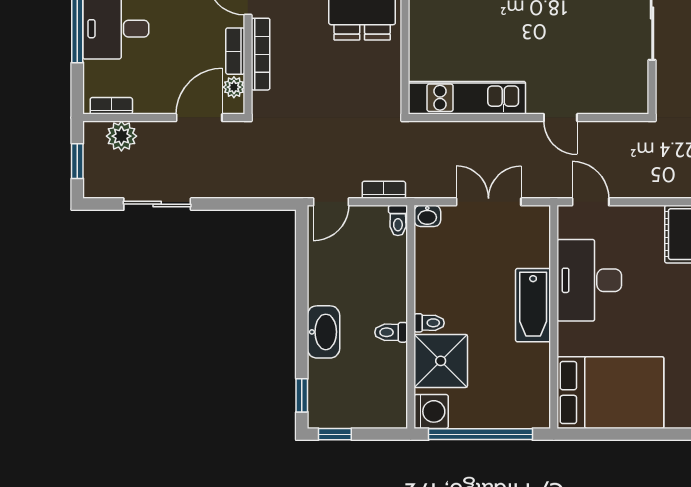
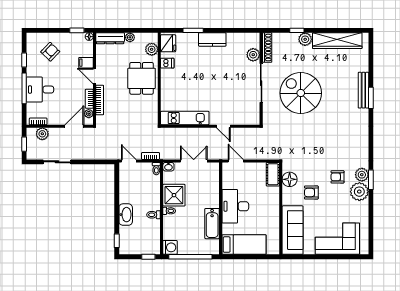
door: (331, 202) -> (129, 161), swing flipped
desk: (589, 280) -> (235, 206), moved
bathtub: (533, 305) -> (212, 224), moved
shower: (441, 361) -> (174, 195), moved
bed: (610, 393) -> (244, 245), width x0.67
window: (335, 434) -> (148, 257), moved

